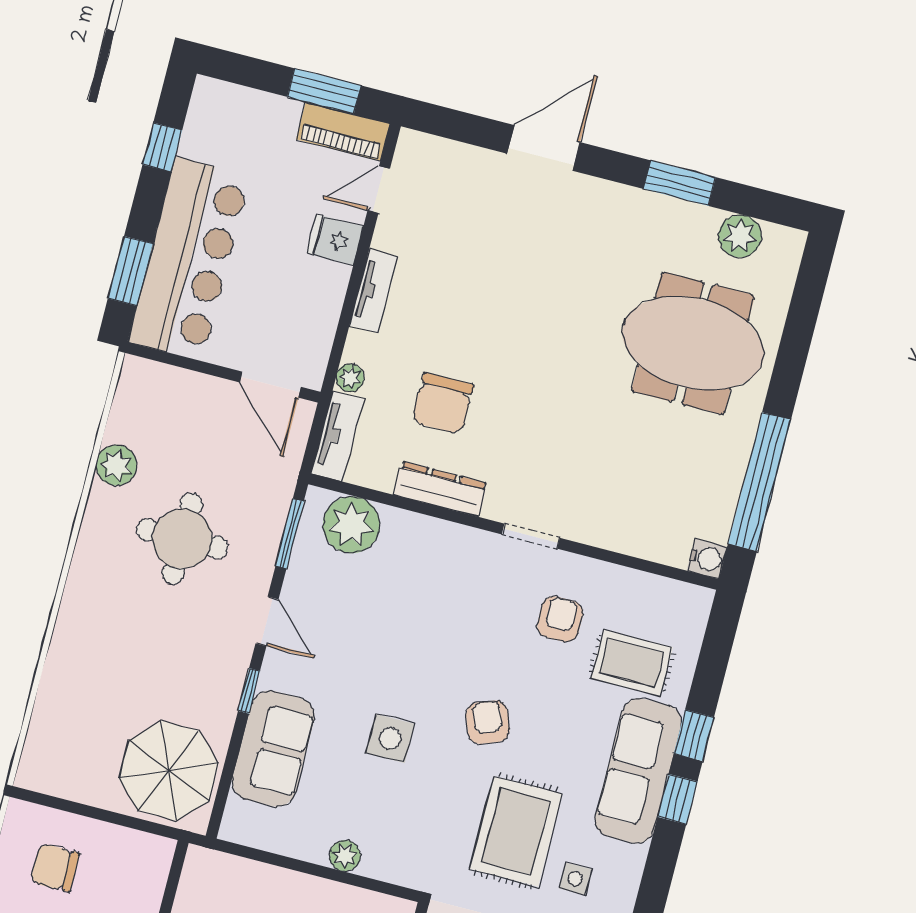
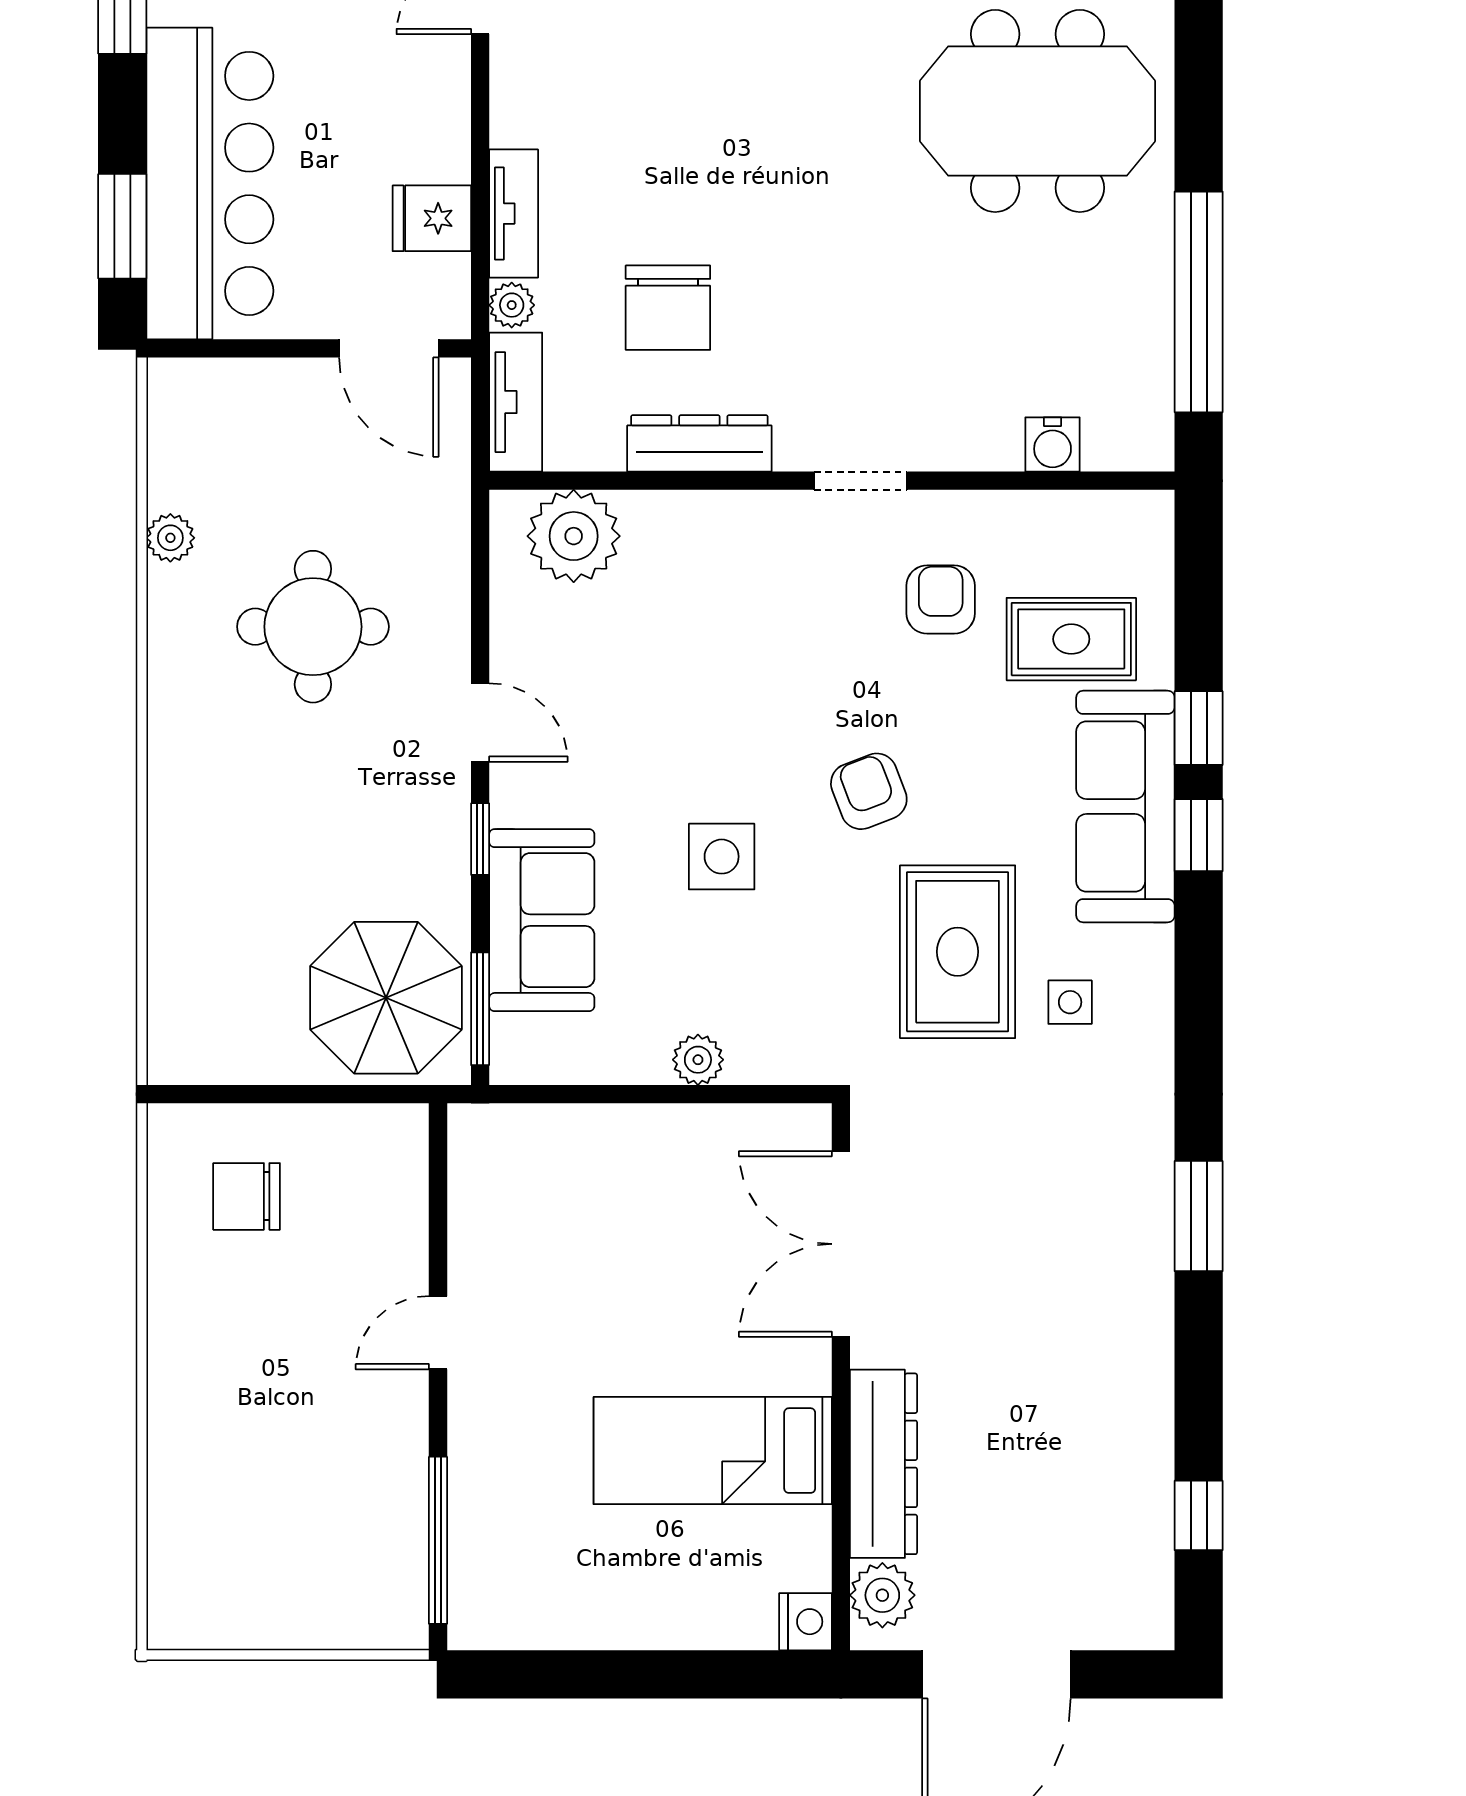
fridge: (335, 240) -> (432, 218), moved
tv unit: (374, 291) -> (514, 214), moved
plant: (116, 465) -> (170, 538), width x0.73, depth x0.73
window: (290, 534) -> (480, 1009), moved
water cooler: (707, 559) -> (1053, 445), moved, turned 90

